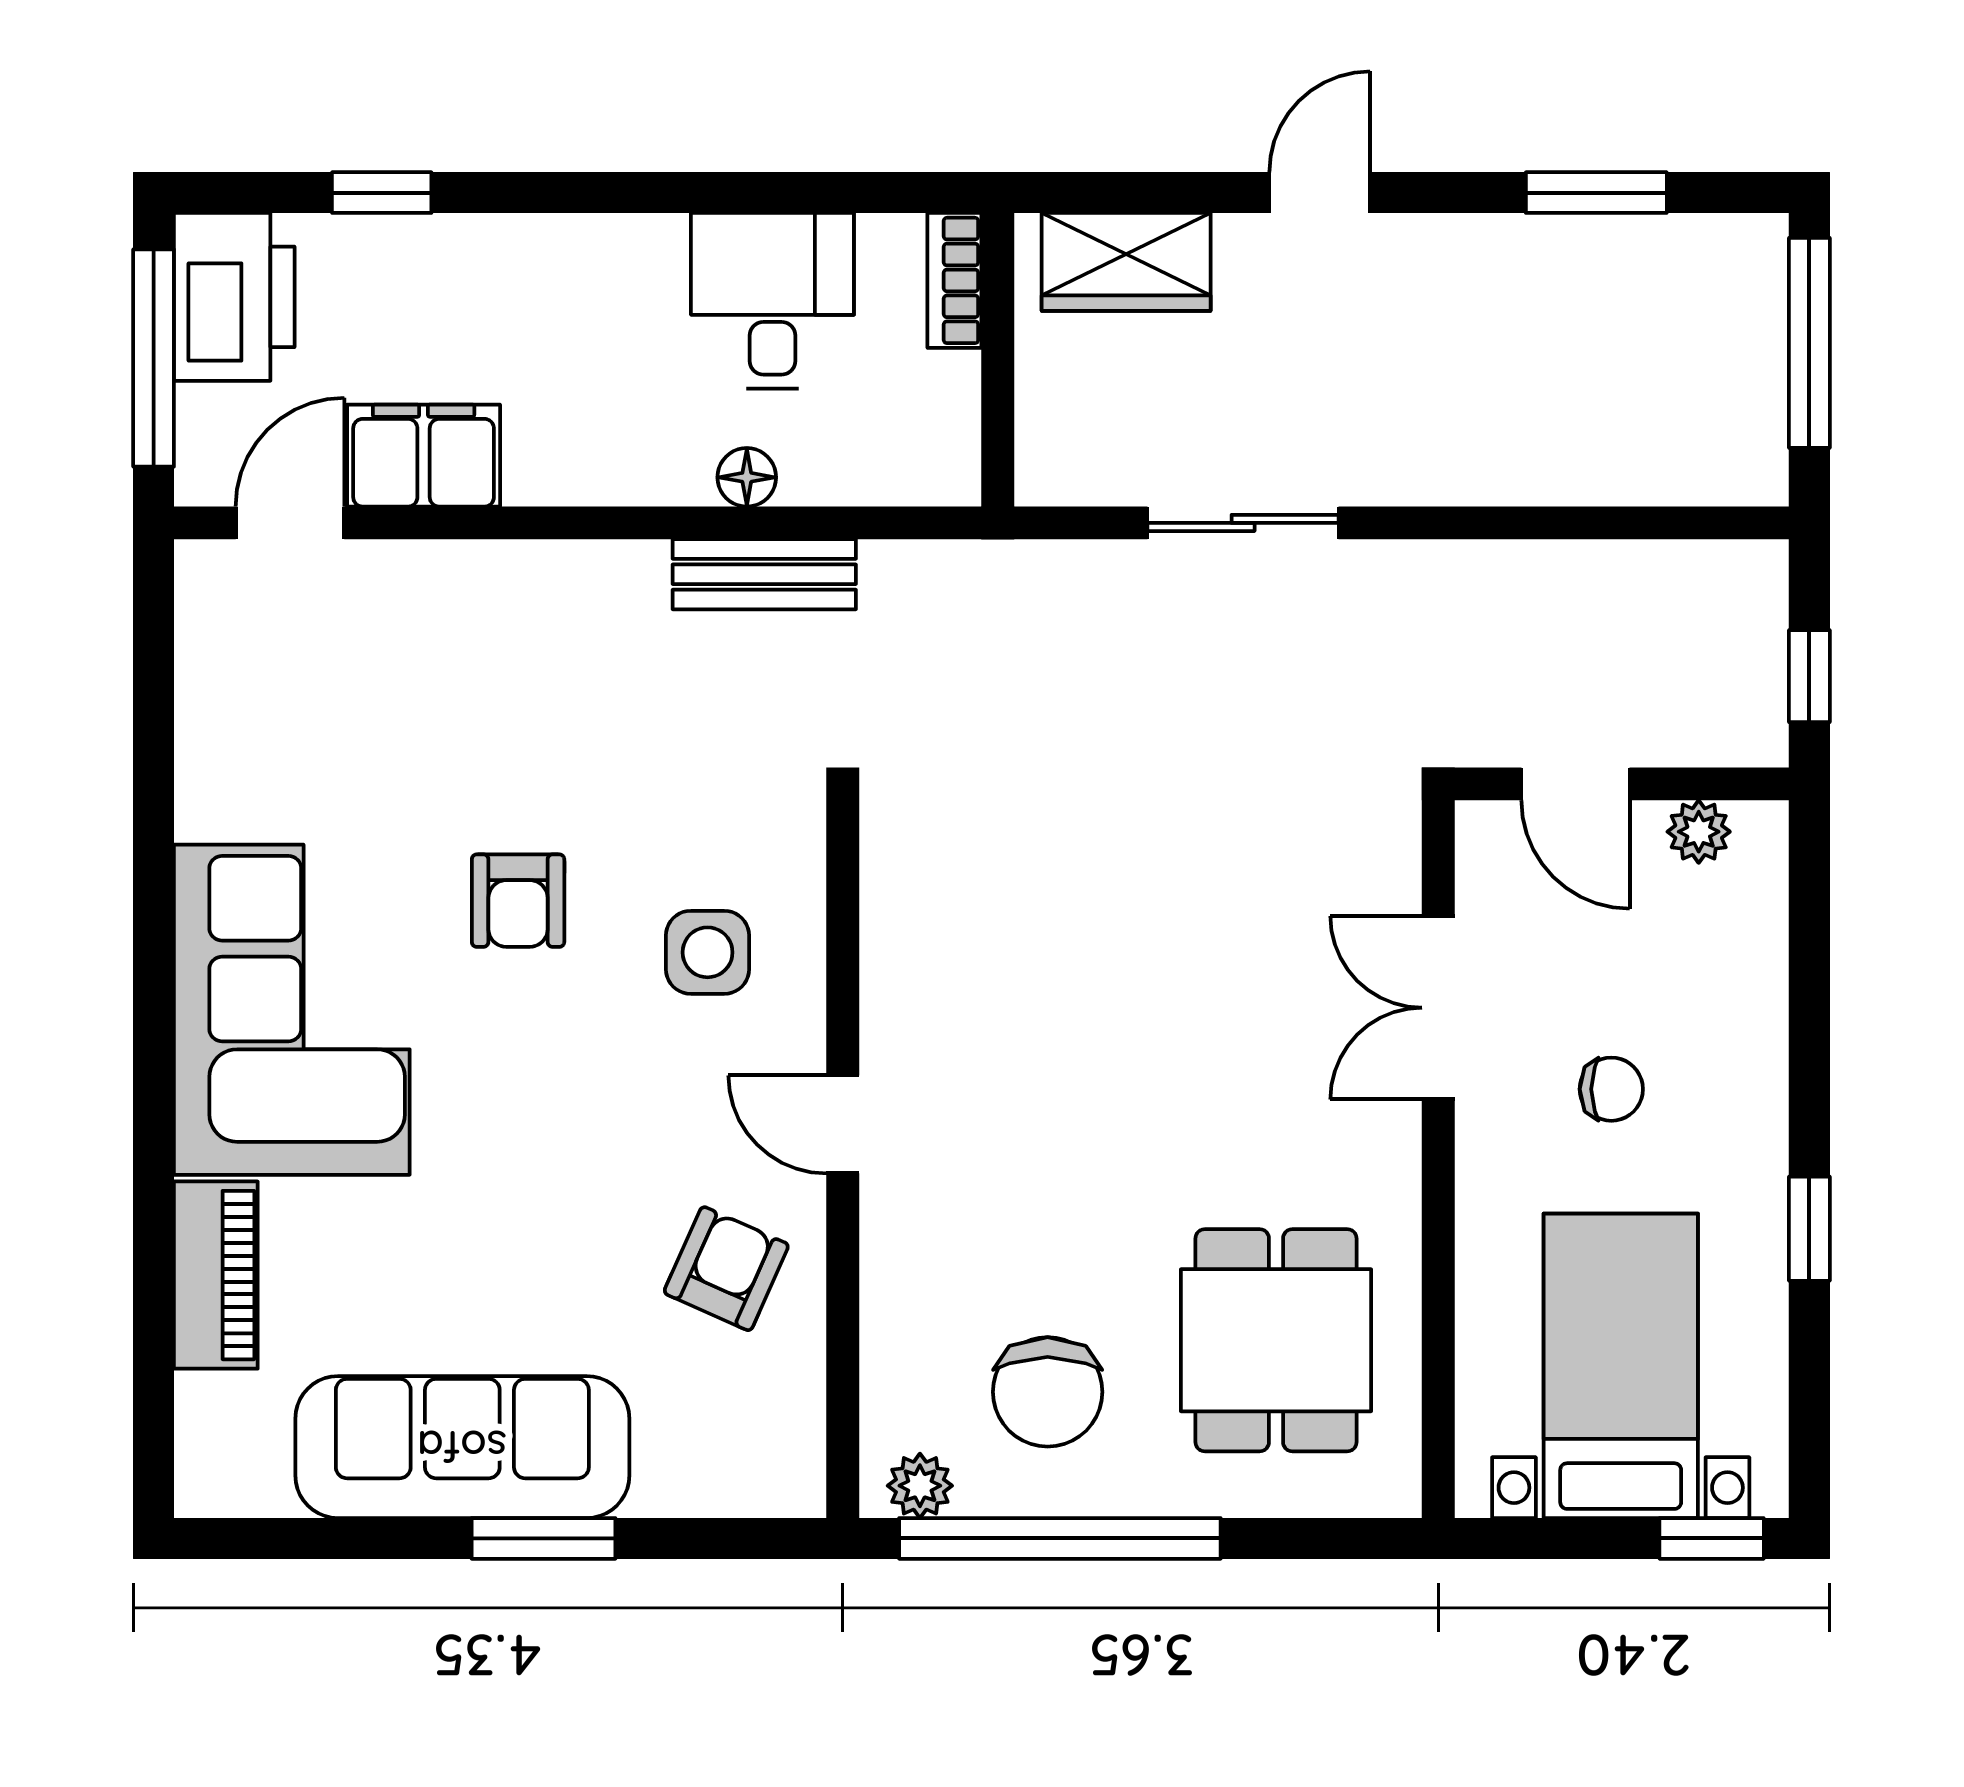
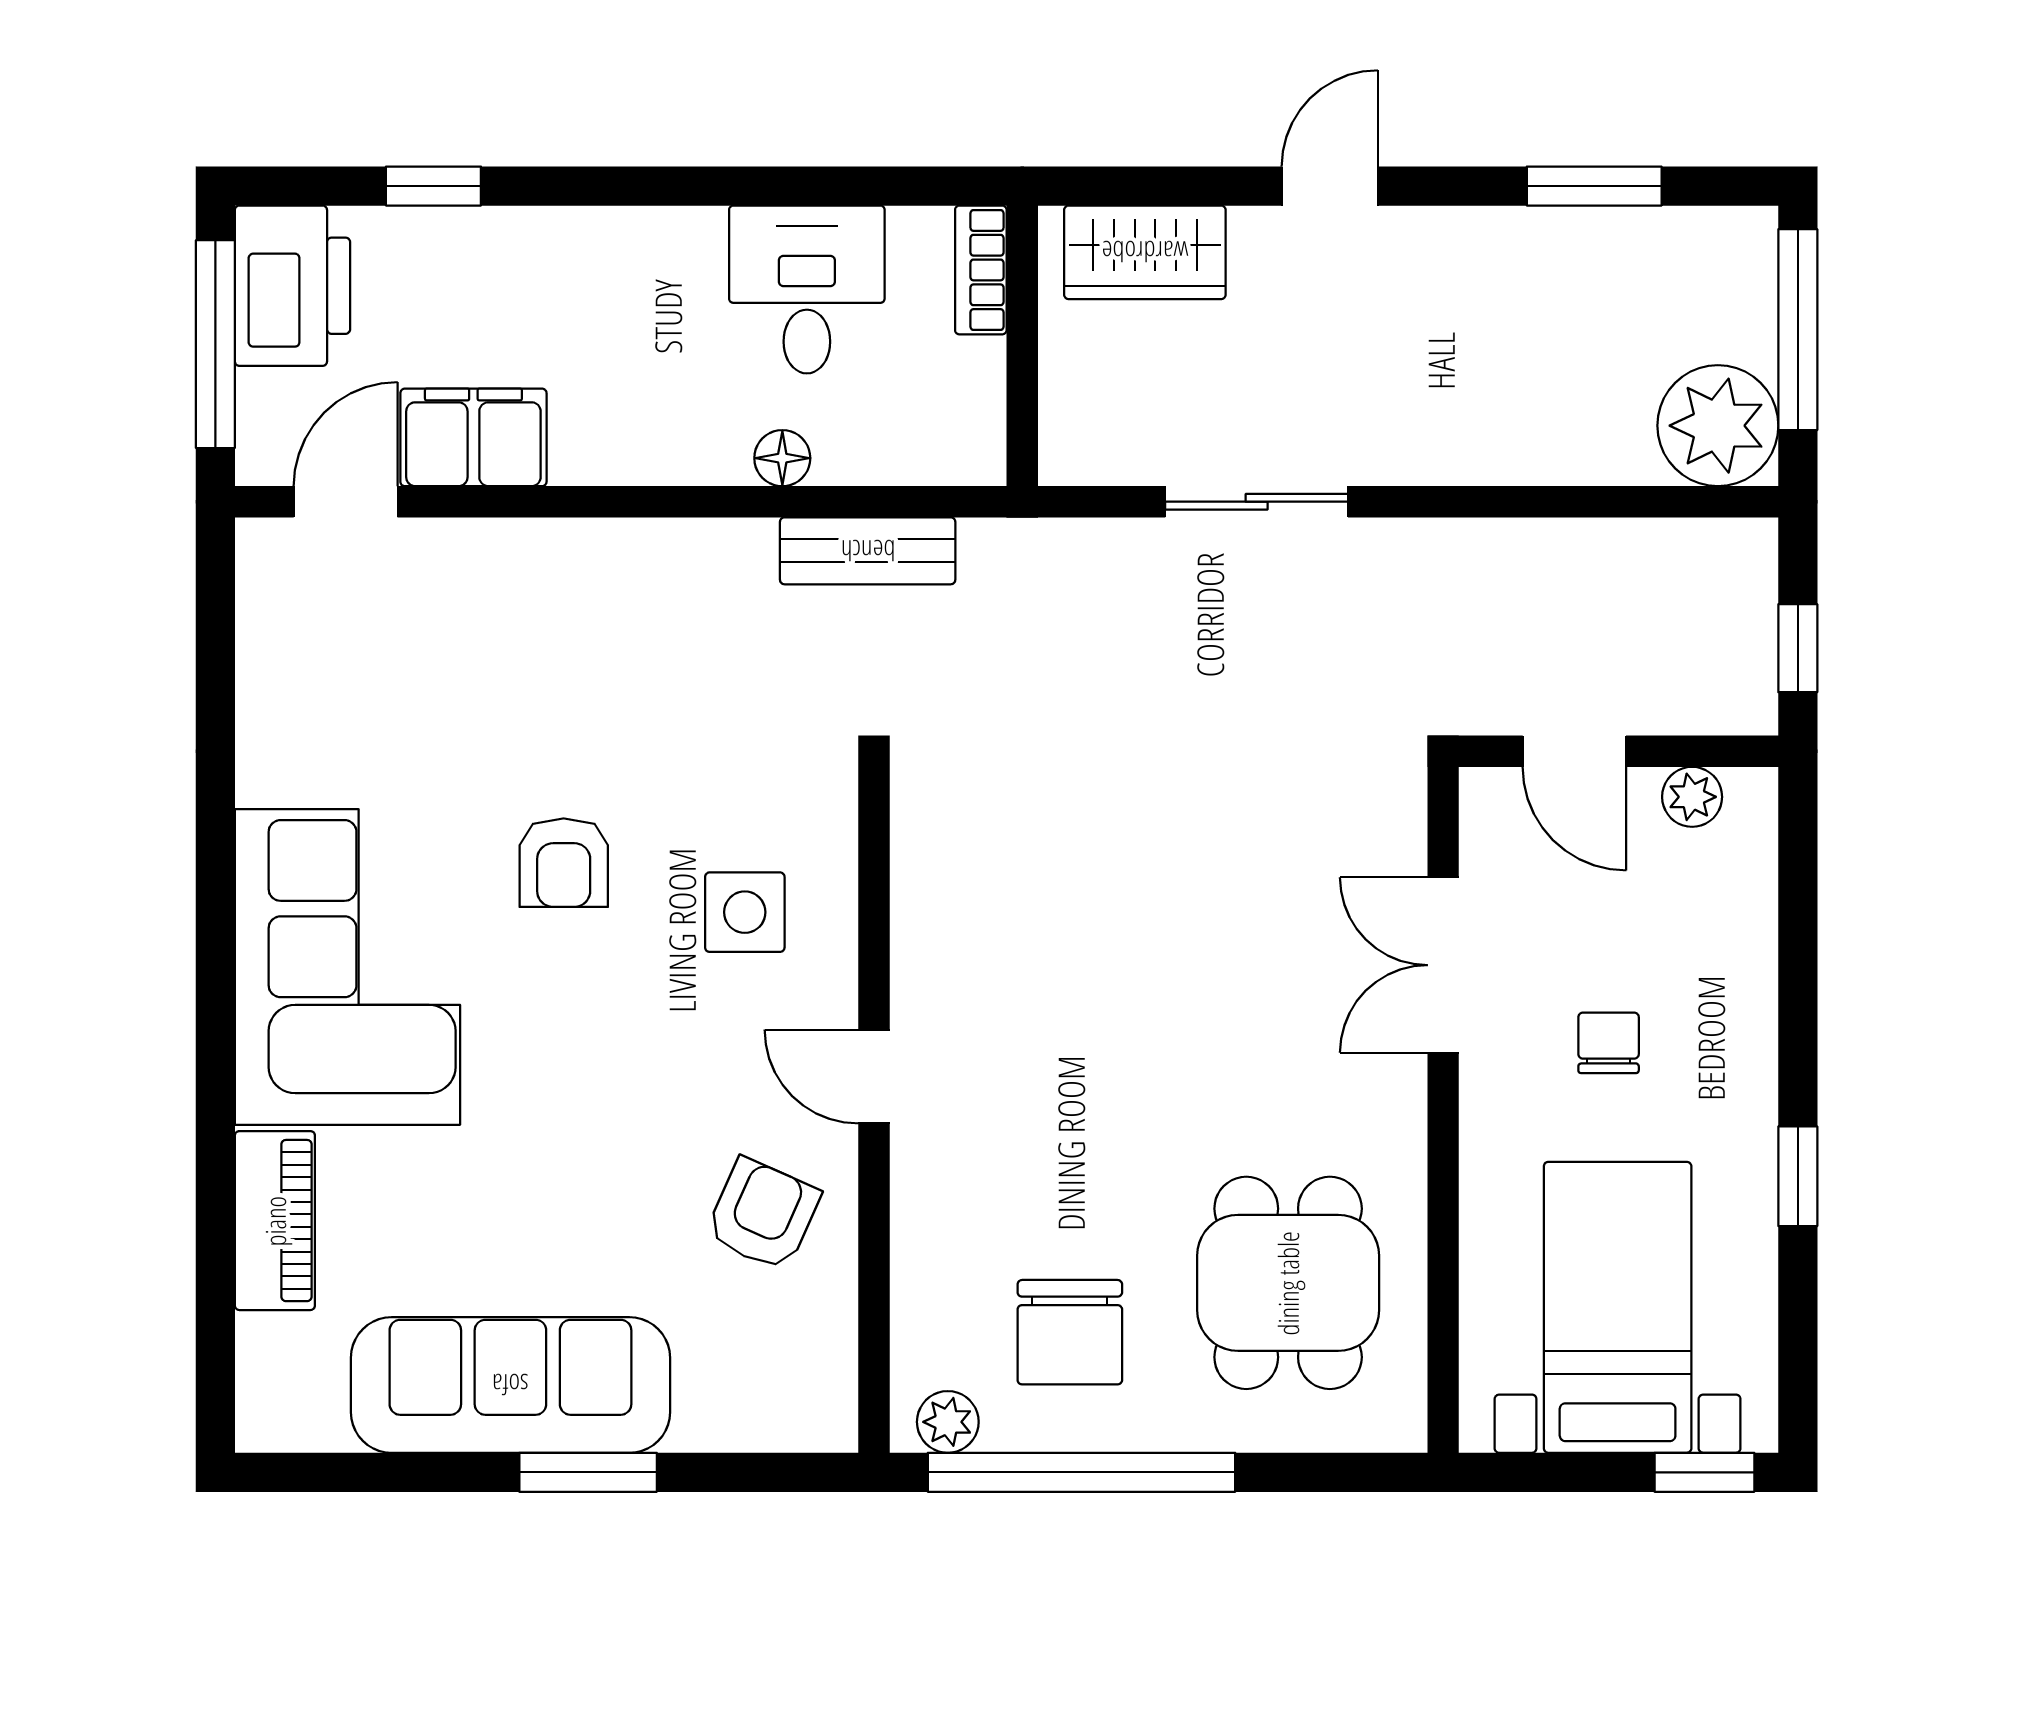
plant: (1726, 443) -> (1718, 426), added
bench: (764, 574) -> (868, 551), moved
chair: (1611, 1089) -> (1609, 1043), turned -90

